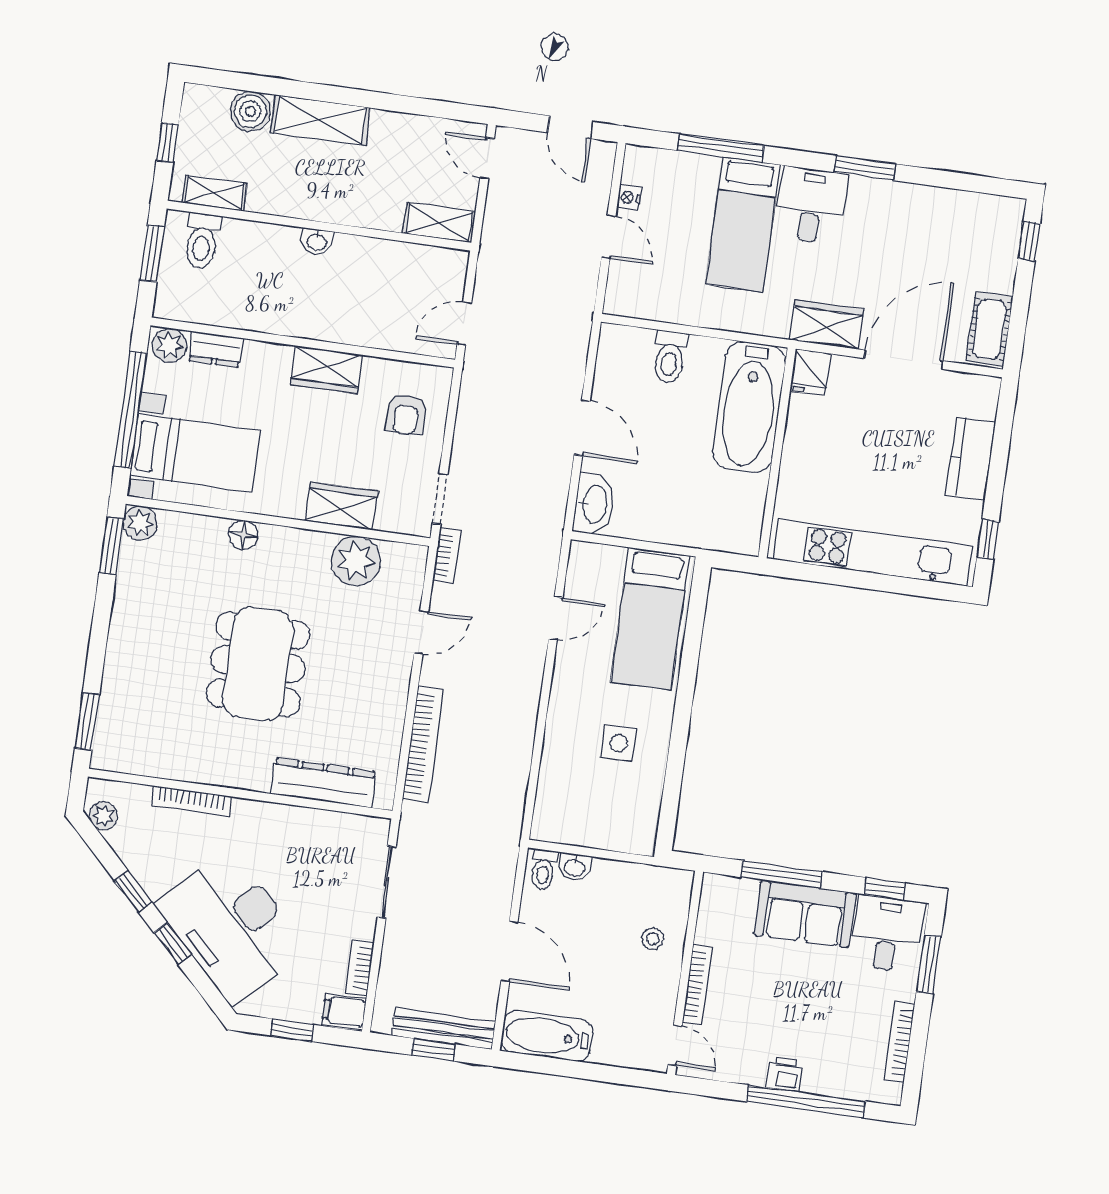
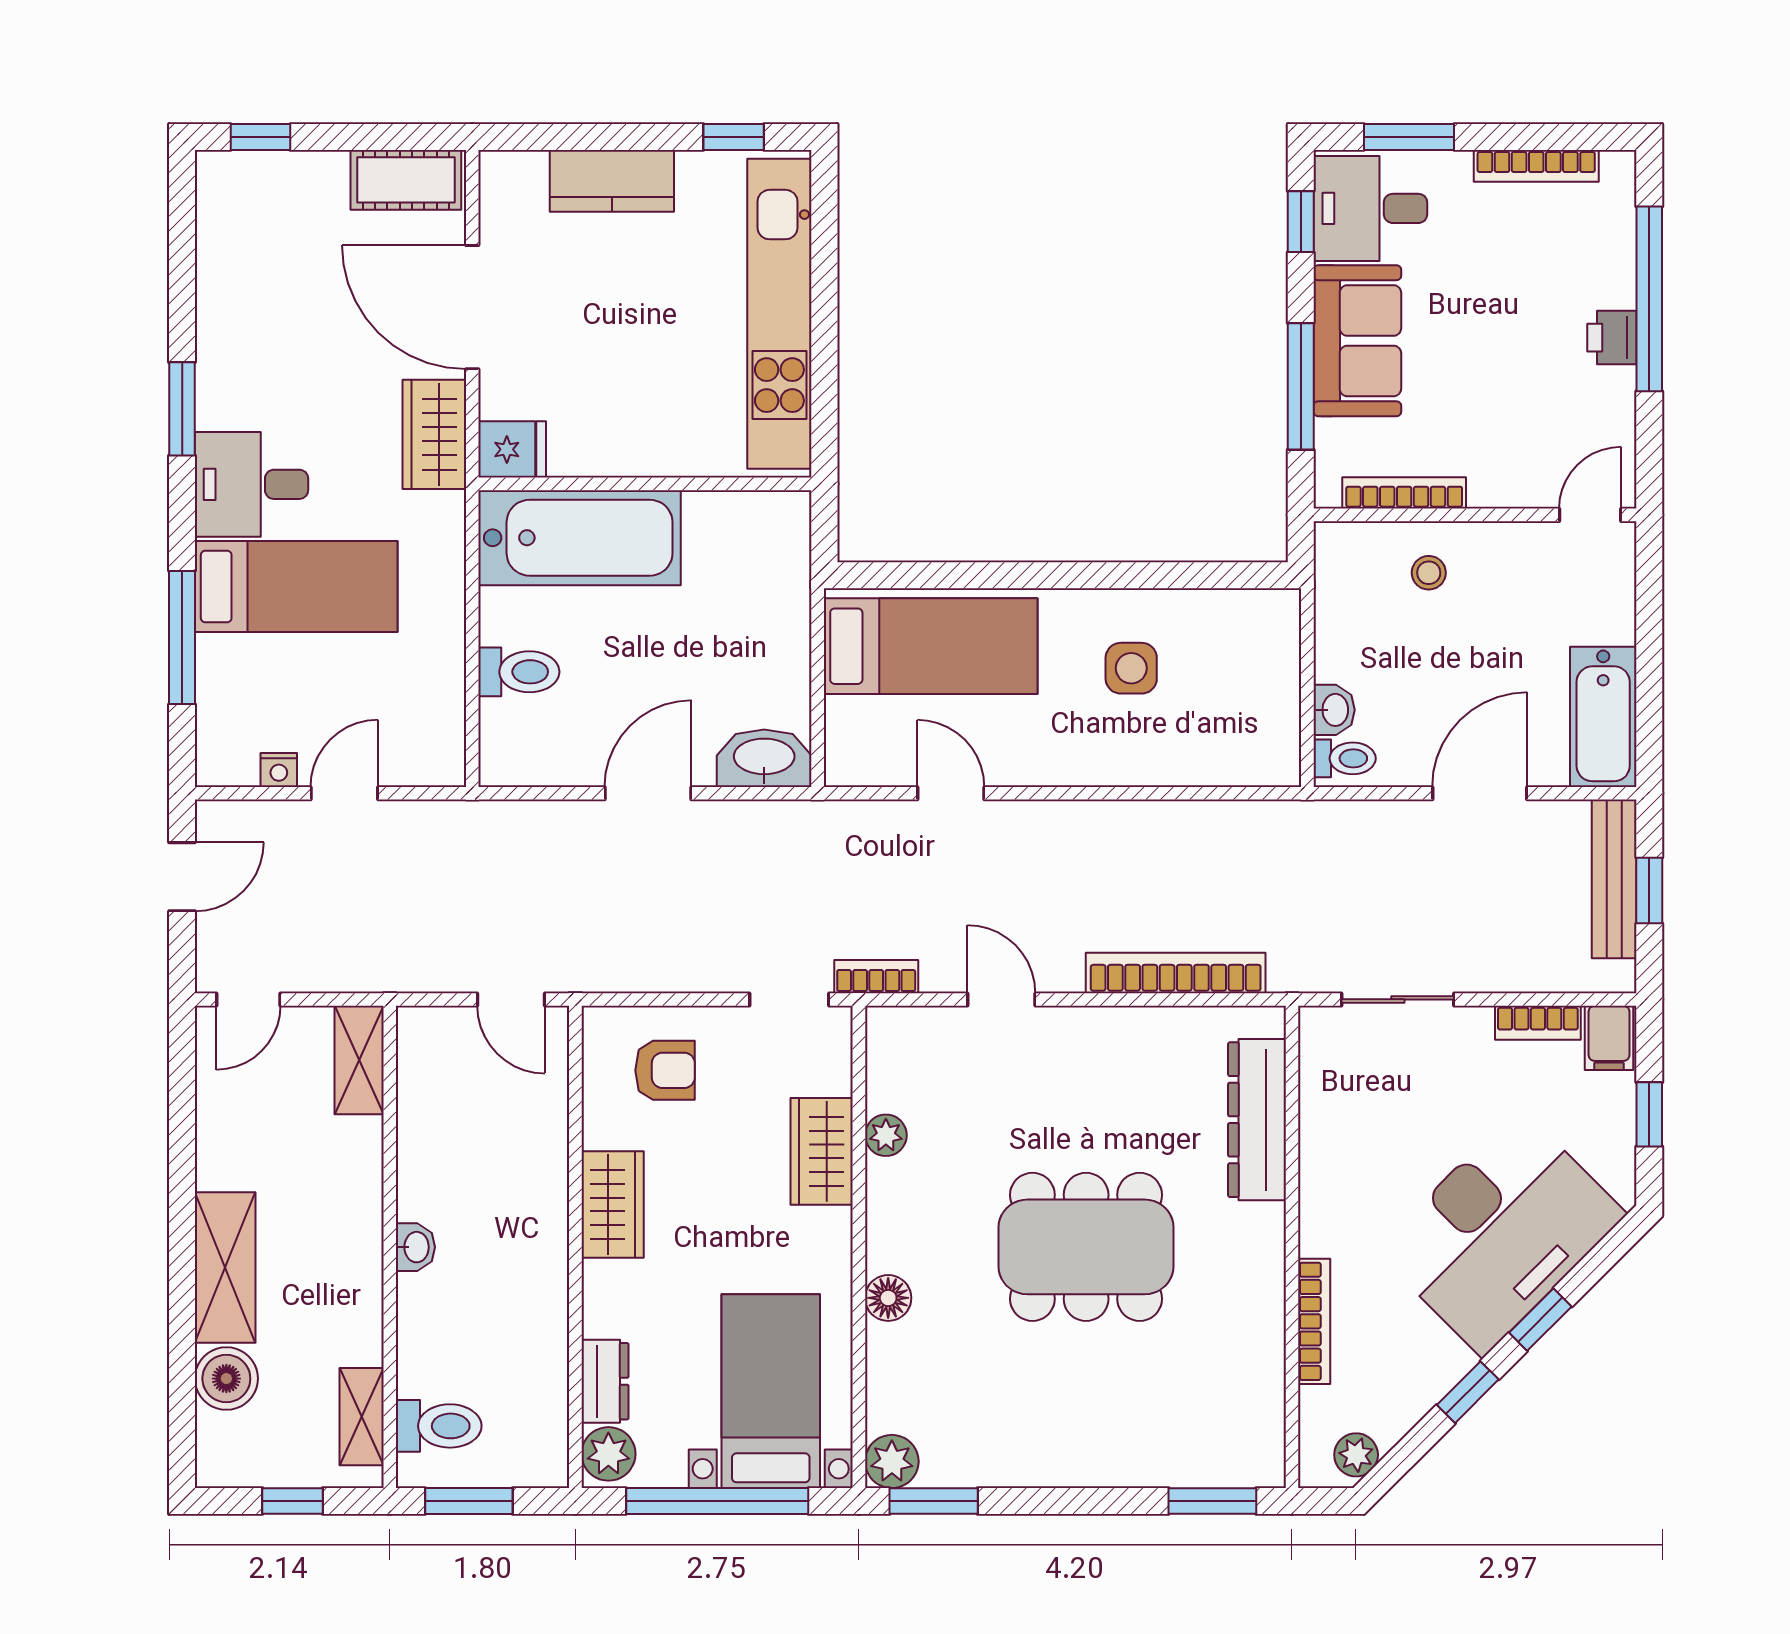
plant: (356, 561) -> (886, 1135), width x0.53, depth x0.53
bookcase: (698, 985) -> (1404, 493), moved

